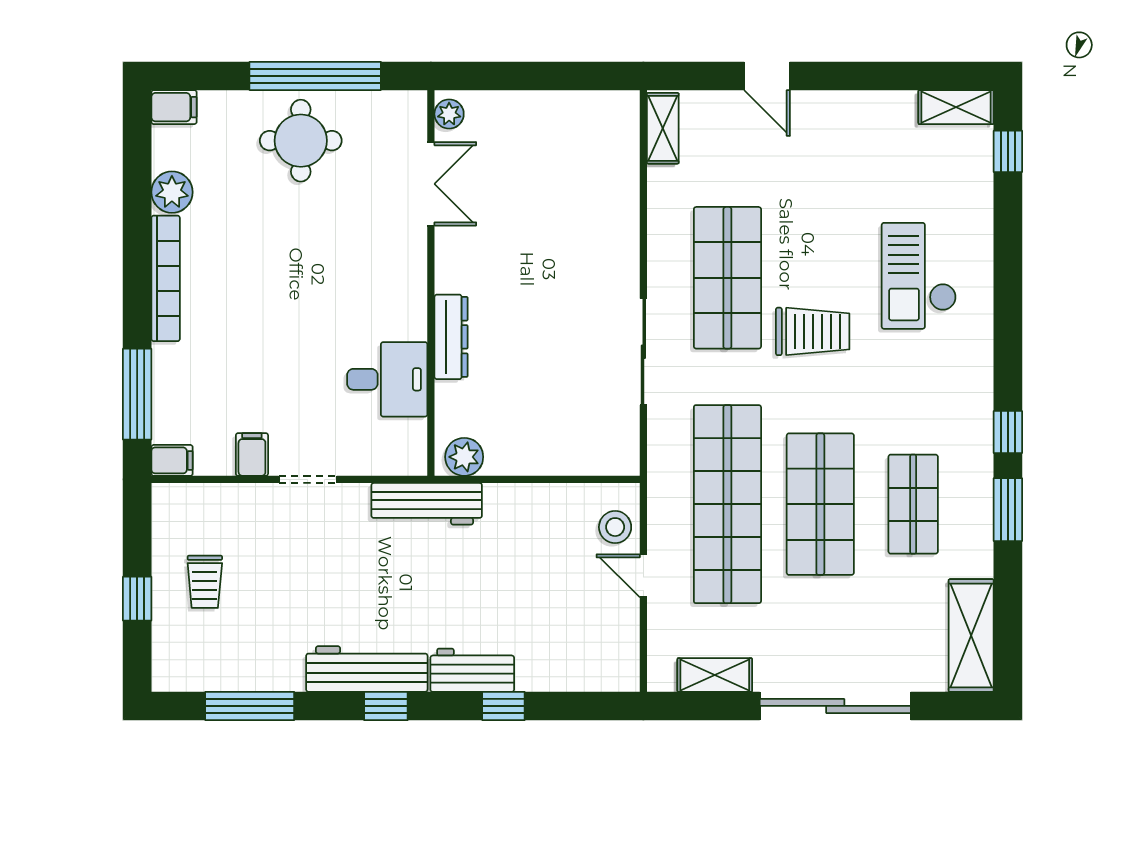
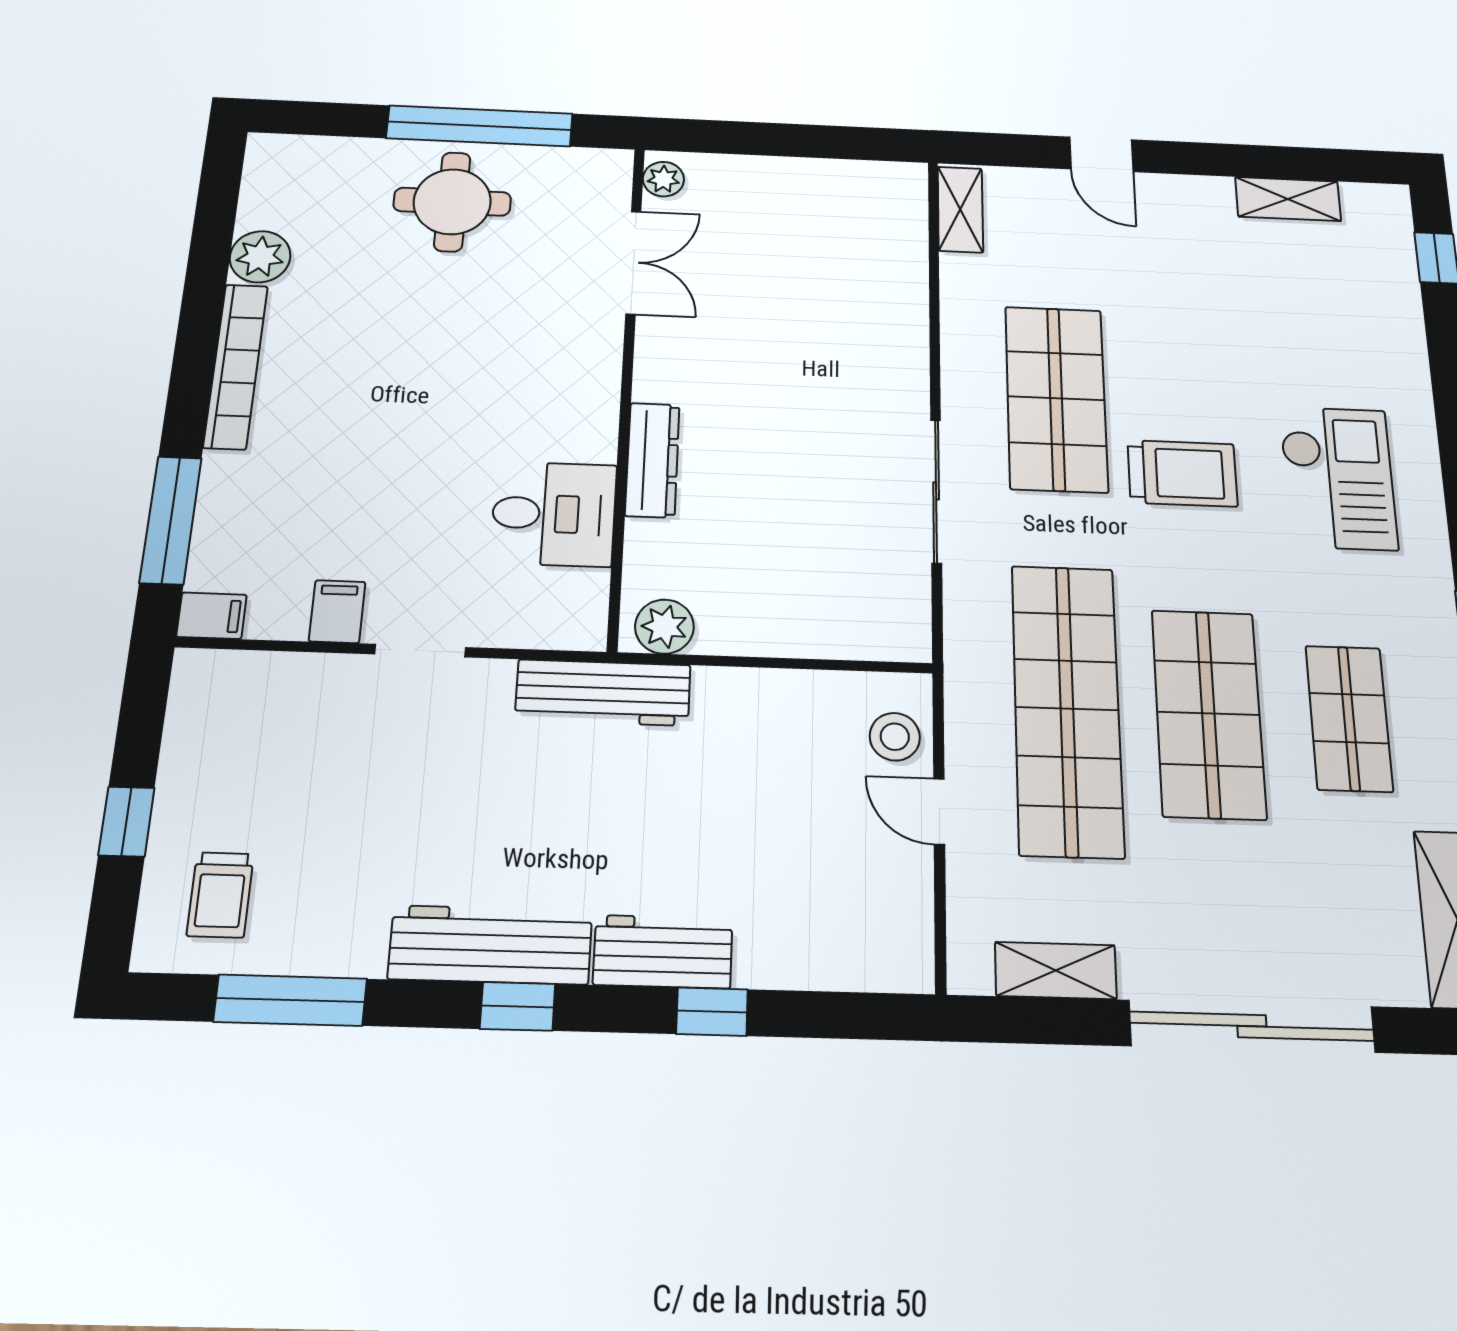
filing cabinet: (174, 107) -> (277, 154), removed
shelving: (956, 107) -> (1288, 199), moved
checkout: (919, 276) -> (1338, 478), moved, turned 180
trolley: (205, 582) -> (220, 895), moved

